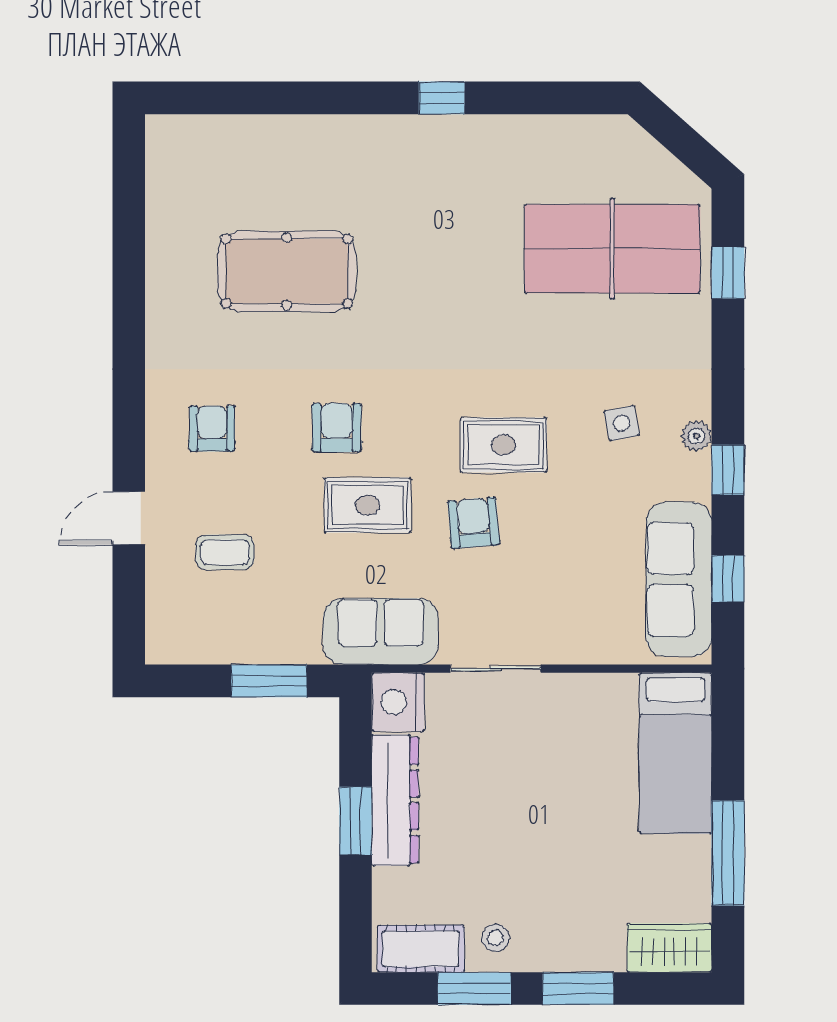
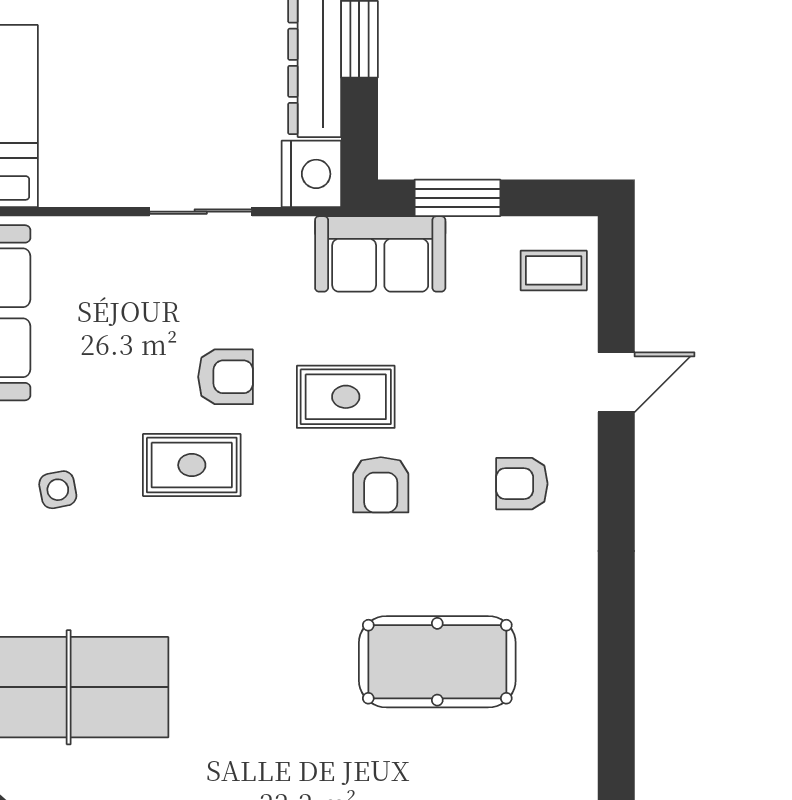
armchair: (212, 429) -> (522, 484), turned 90
armchair: (474, 523) -> (226, 377), turned -85
coffee table: (225, 552) -> (554, 270), moved
sofa: (381, 631) -> (380, 254), moved

